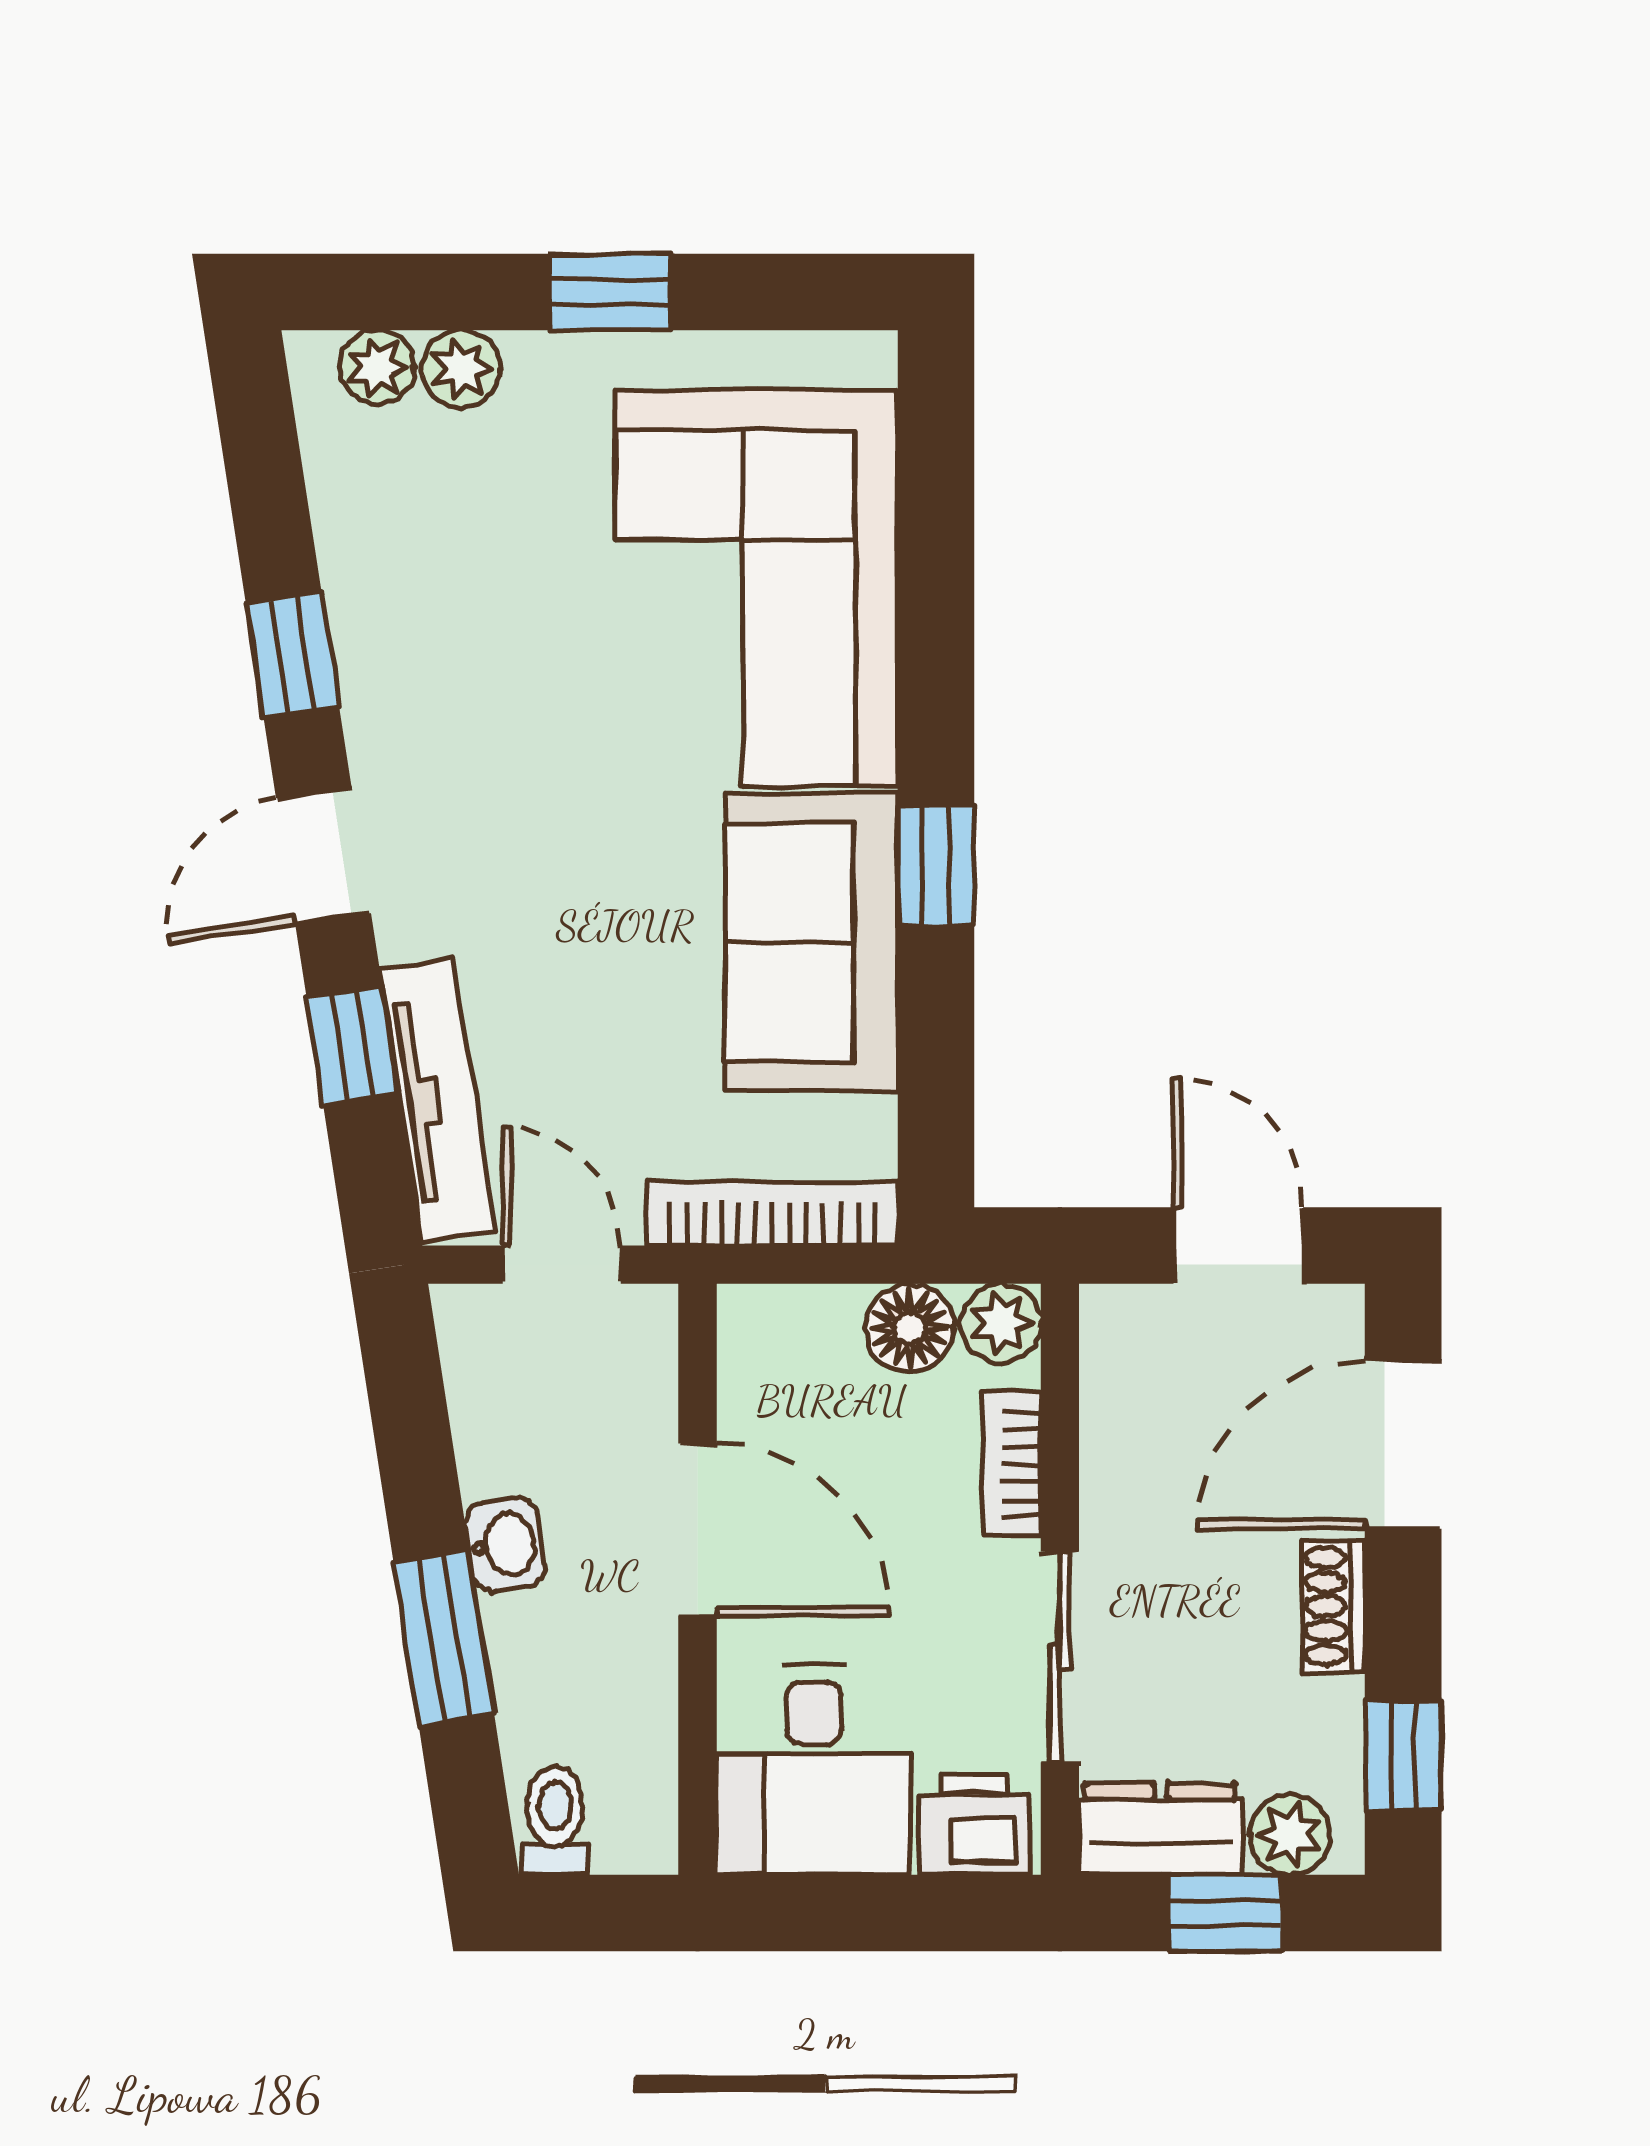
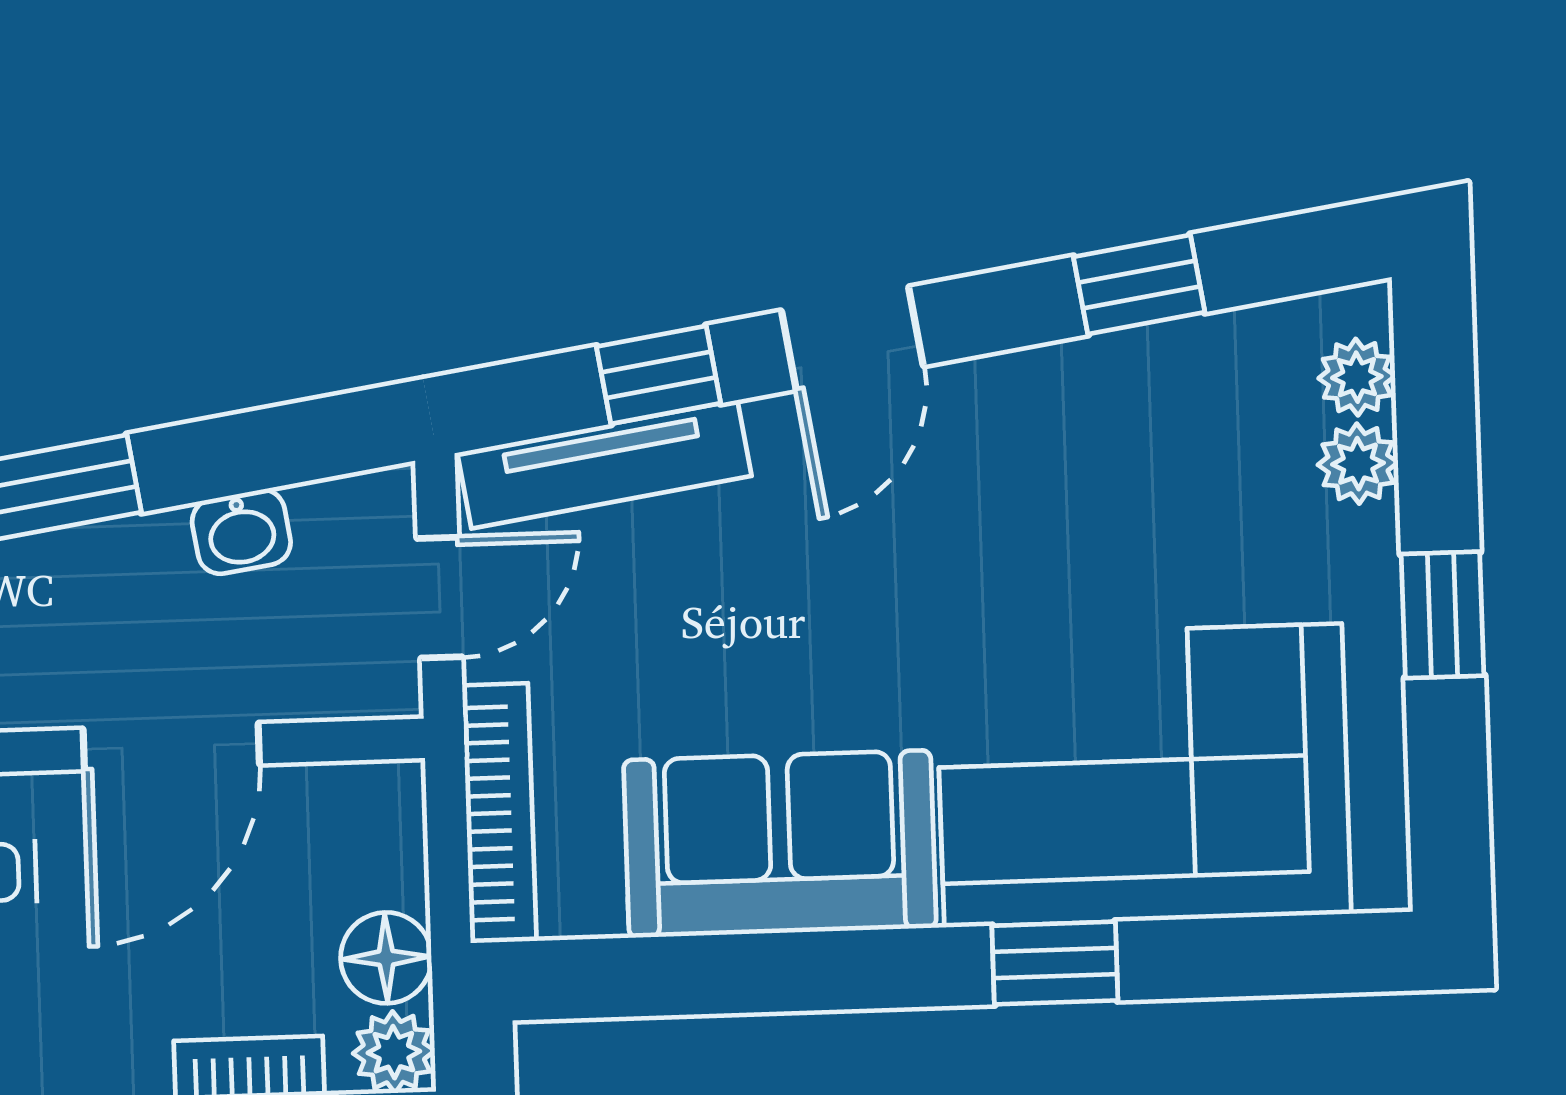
window: (292, 655) -> (1139, 284), moved
door: (323, 856) -> (852, 338), swing flipped
window: (936, 866) -> (1055, 963), moved
washbasin: (505, 1545) -> (241, 532), moved

